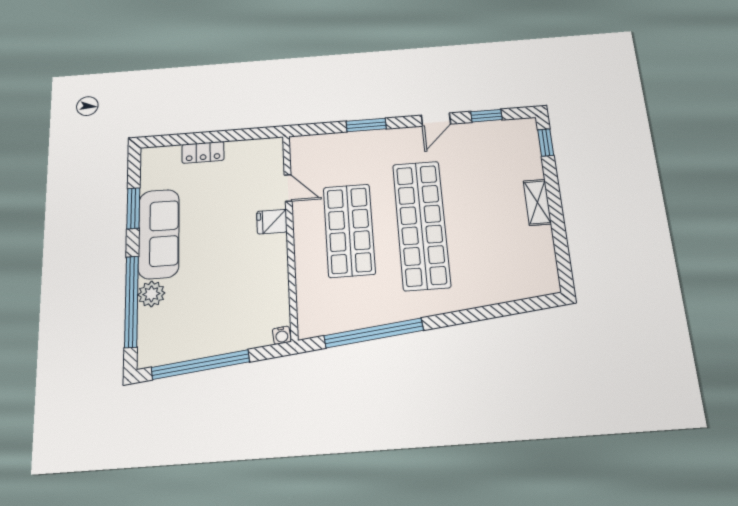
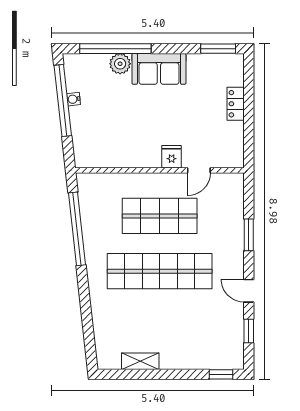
shelving: (537, 202) -> (140, 361), moved
window: (133, 208) -> (218, 49), moved
sofa: (159, 234) -> (159, 69), width x0.73
water cooler: (282, 335) -> (74, 99), moved

